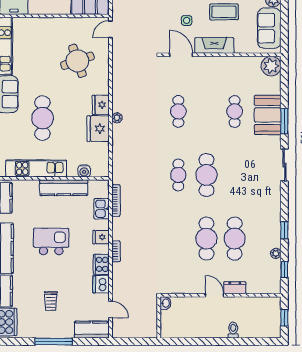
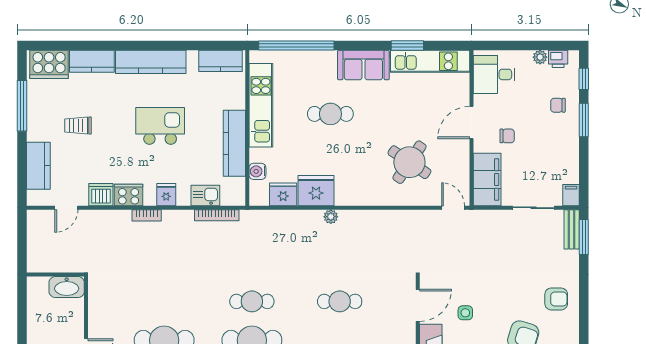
door: (49, 16) -> (472, 123), added
round table: (77, 61) -> (409, 162), turned -37
fridge: (101, 105) -> (283, 194), moved
cafe table: (42, 118) -> (330, 114), width x0.73, depth x0.74
kitchen island: (51, 242) -> (160, 126), turned -90
washbasin: (165, 303) -> (67, 287), width x1.91, depth x1.45
kitchen counter: (91, 330) -> (38, 166), moved
window: (54, 342) -> (22, 106), moved

